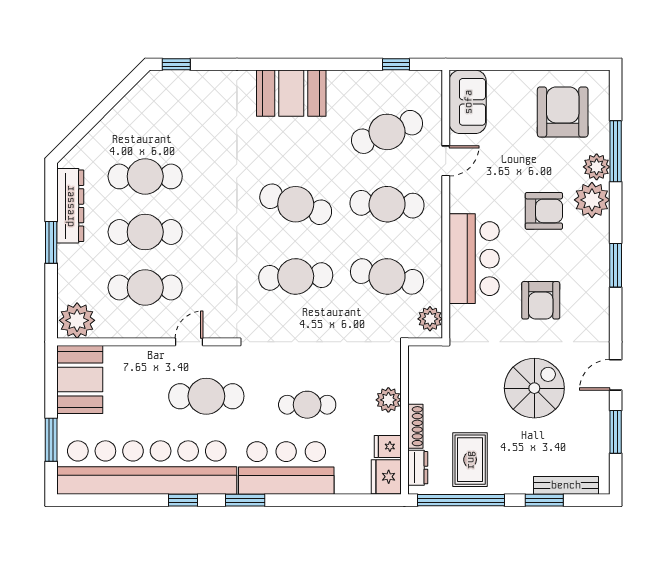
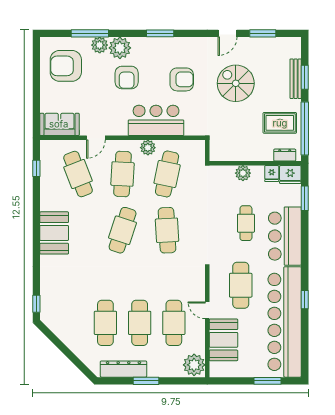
door: (446, 161) -> (96, 138), swing flipped
armchair: (544, 211) -> (127, 77), turned 180
plant: (430, 319) -> (148, 148), moved
door: (189, 342) -> (207, 310), moved
door: (616, 375) -> (228, 33), hinge flipped
booth: (80, 379) -> (223, 340), moved, turned 90
shoe rack: (415, 426) -> (259, 157), removed
bench: (566, 485) -> (296, 79), moved
window: (245, 500) -> (305, 198), moved

